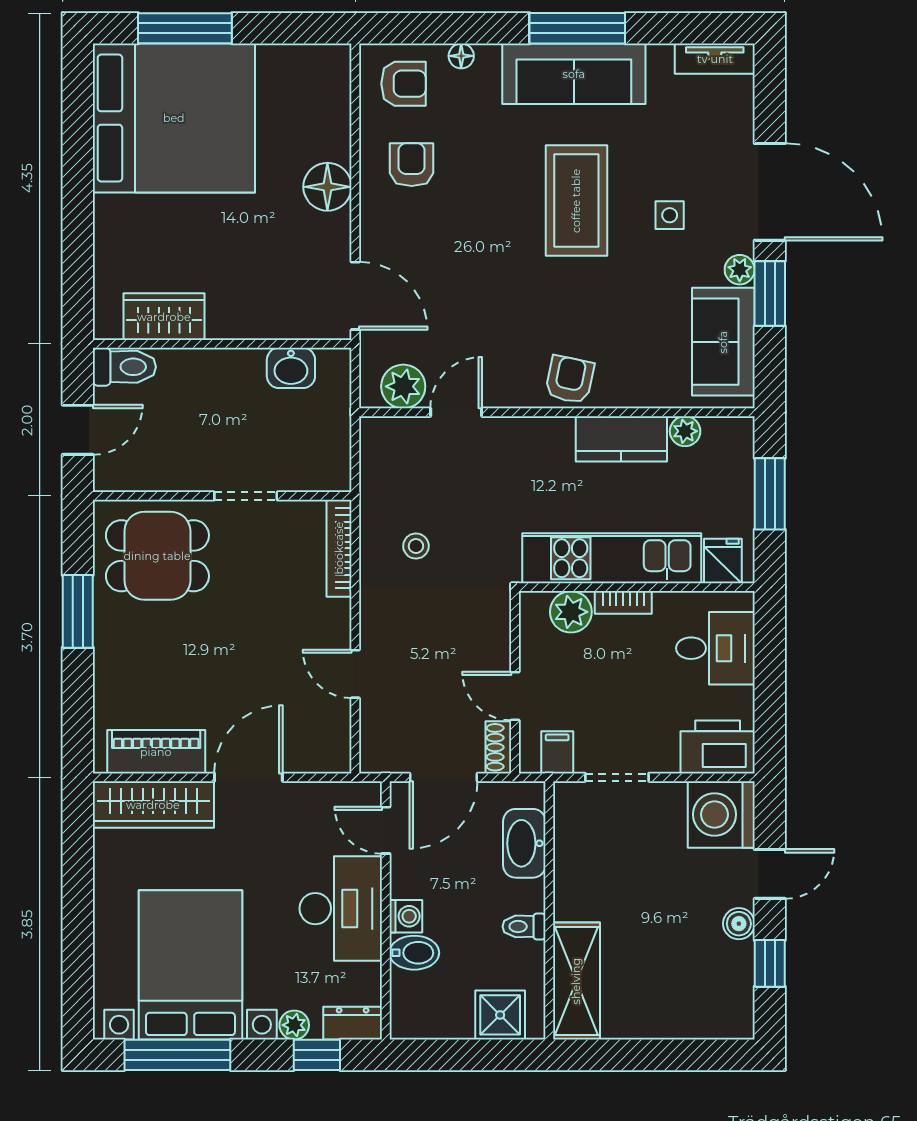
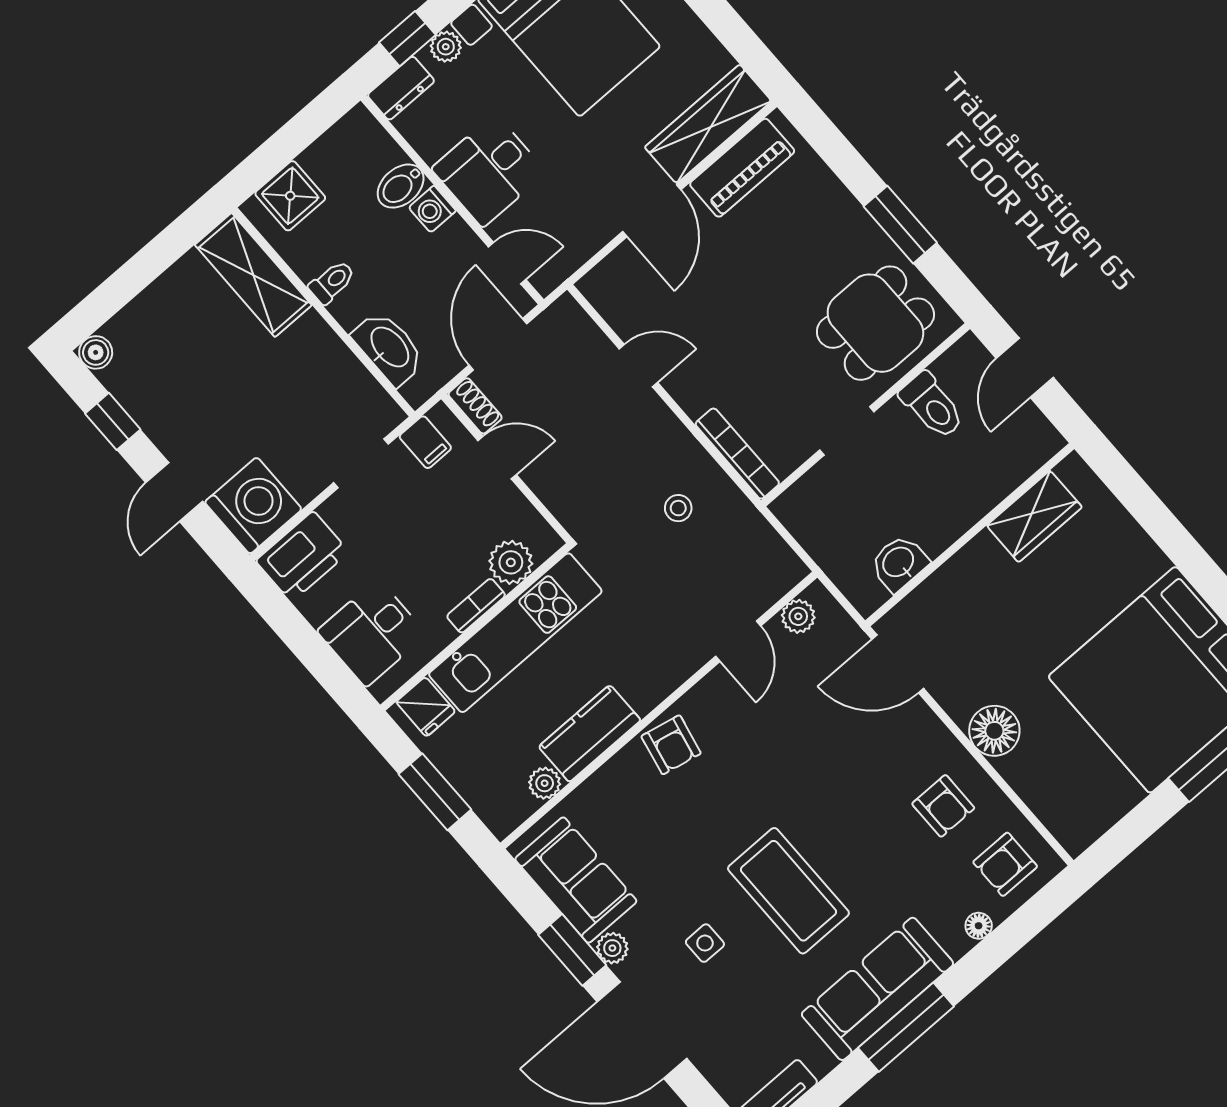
toilet: (124, 367) -> (932, 406), moved, turned -90
plant: (403, 386) -> (798, 616), width x0.73, depth x0.73
desk: (341, 909) -> (489, 170), width x0.73
boiler: (739, 924) -> (96, 352), moved

